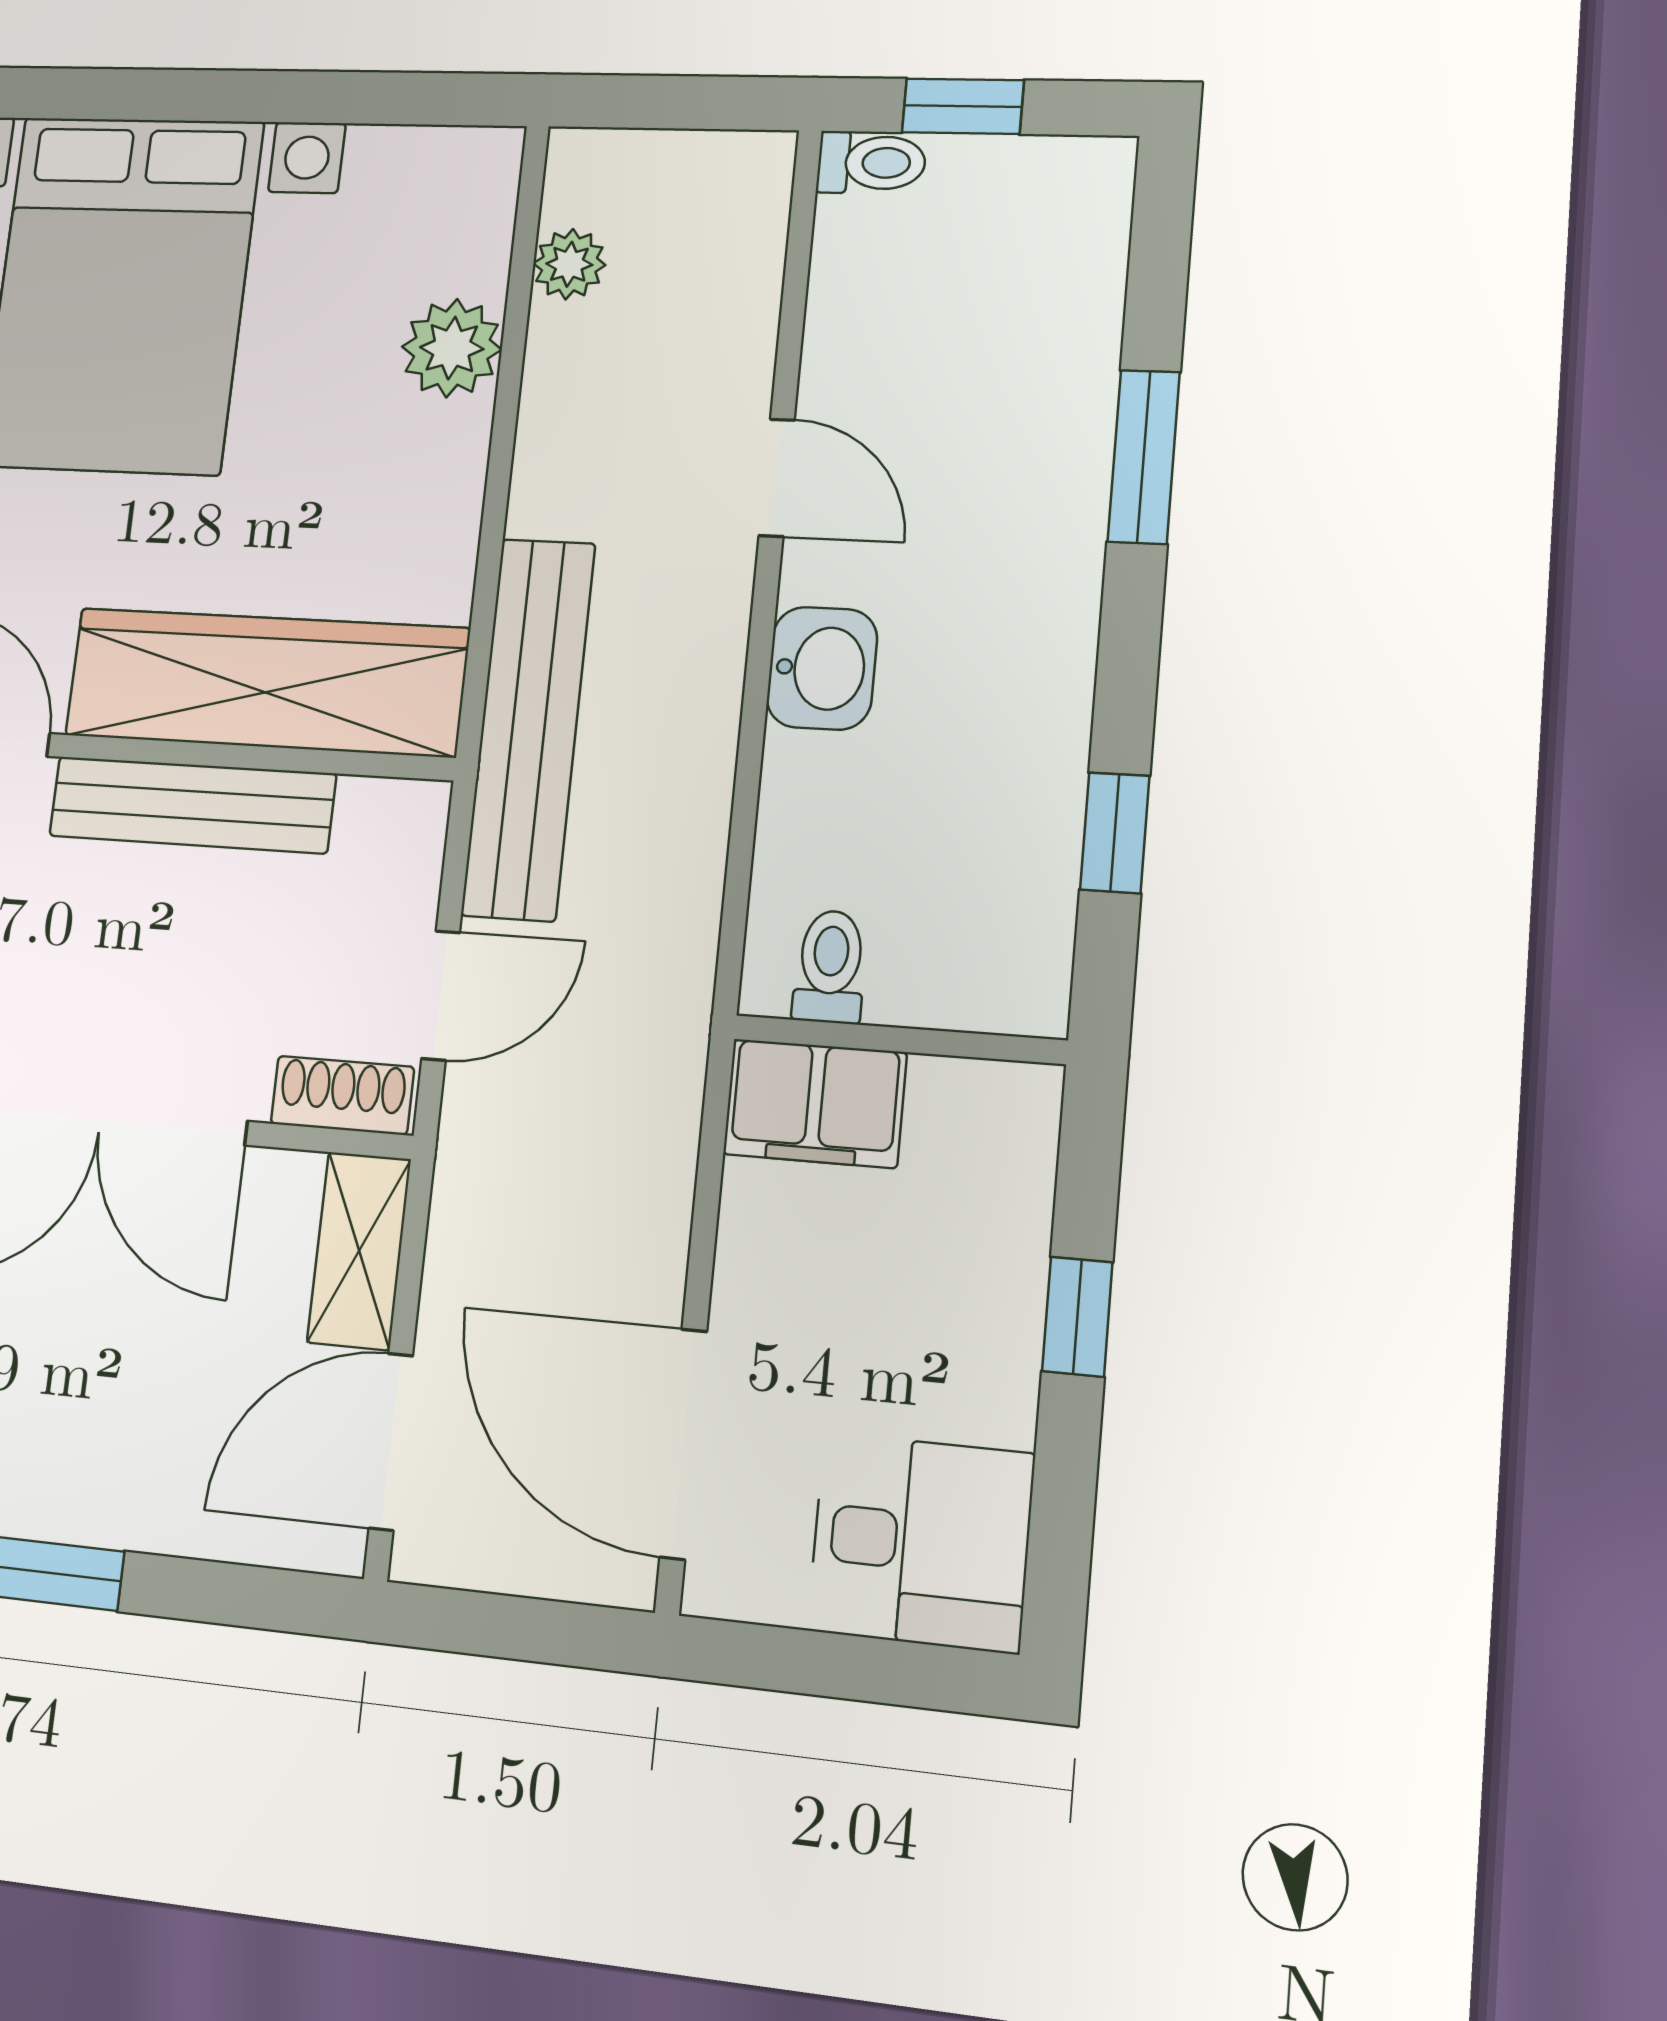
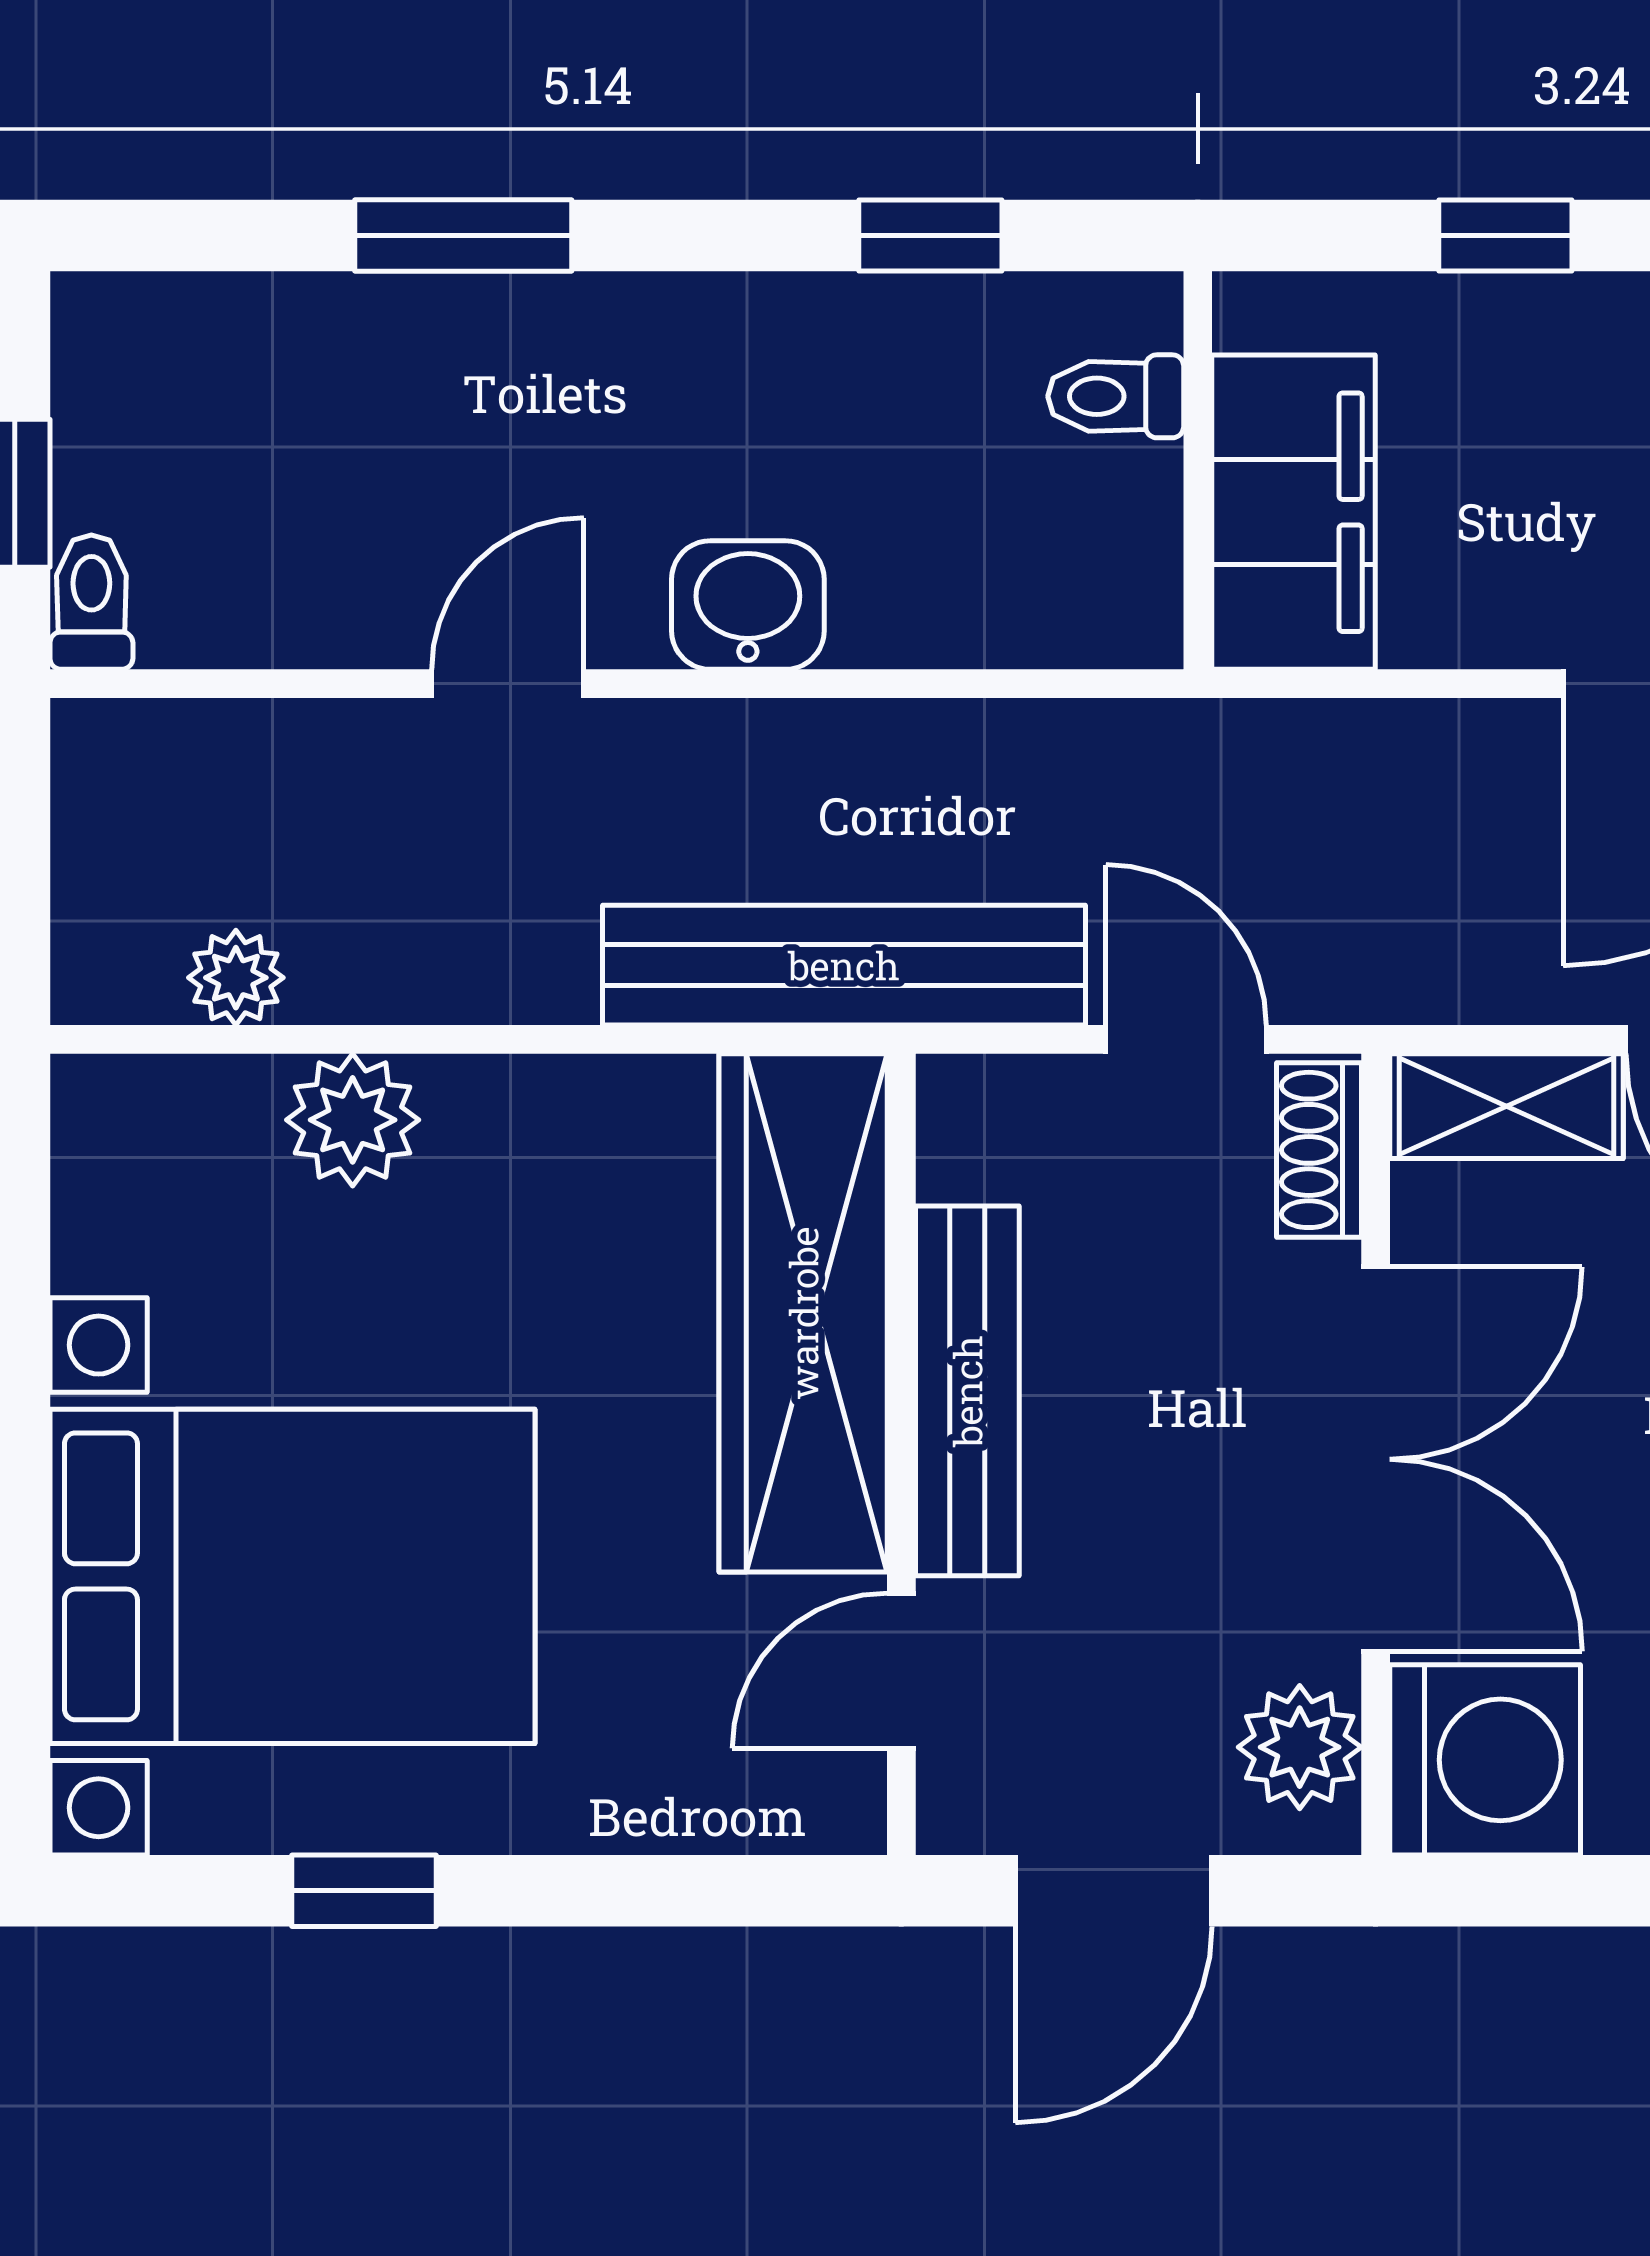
toilet: (830, 967) -> (1116, 396), moved
filing cabinet: (815, 1103) -> (1294, 512), width x1.50, depth x1.17

